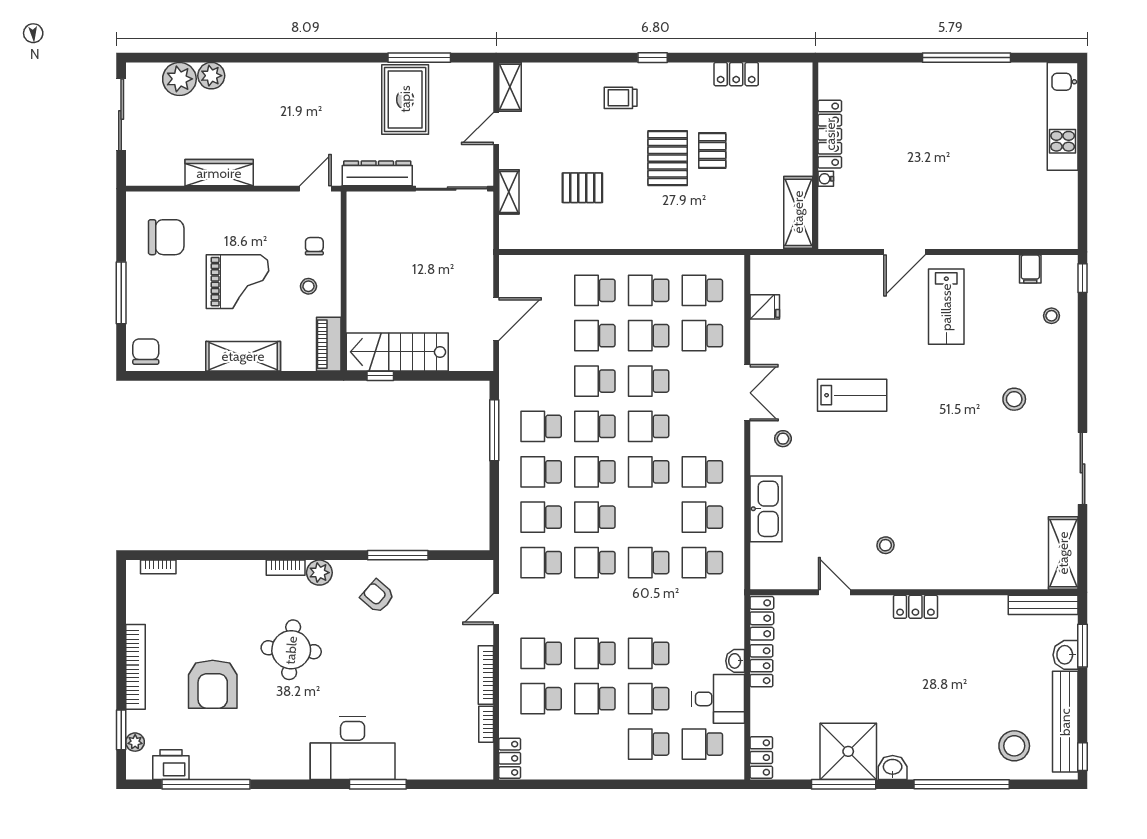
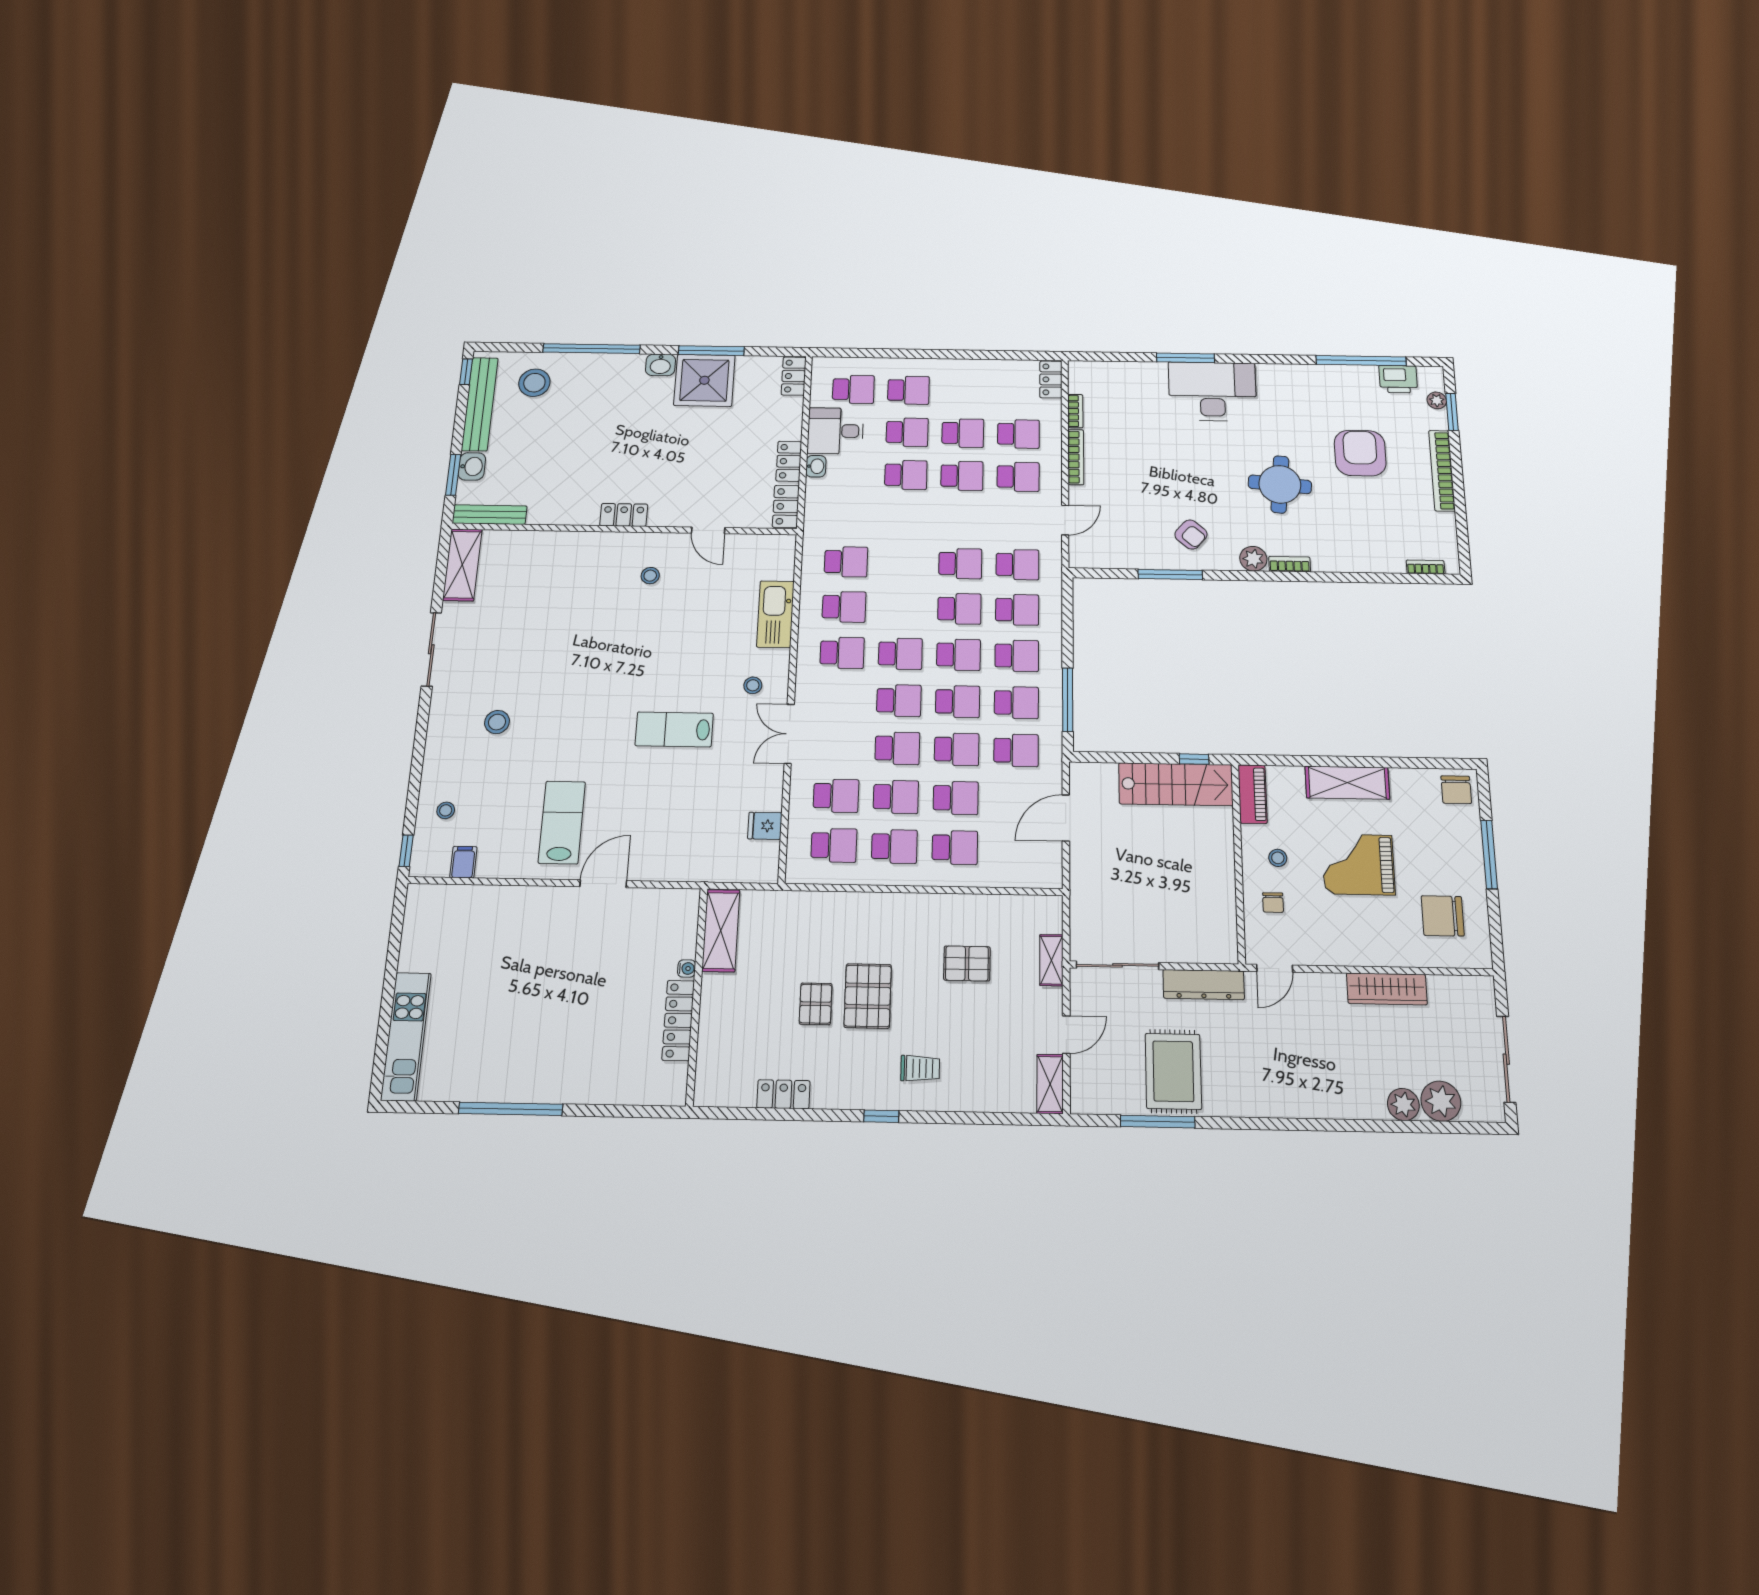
school desk: (649, 563) -> (1016, 750), moved

